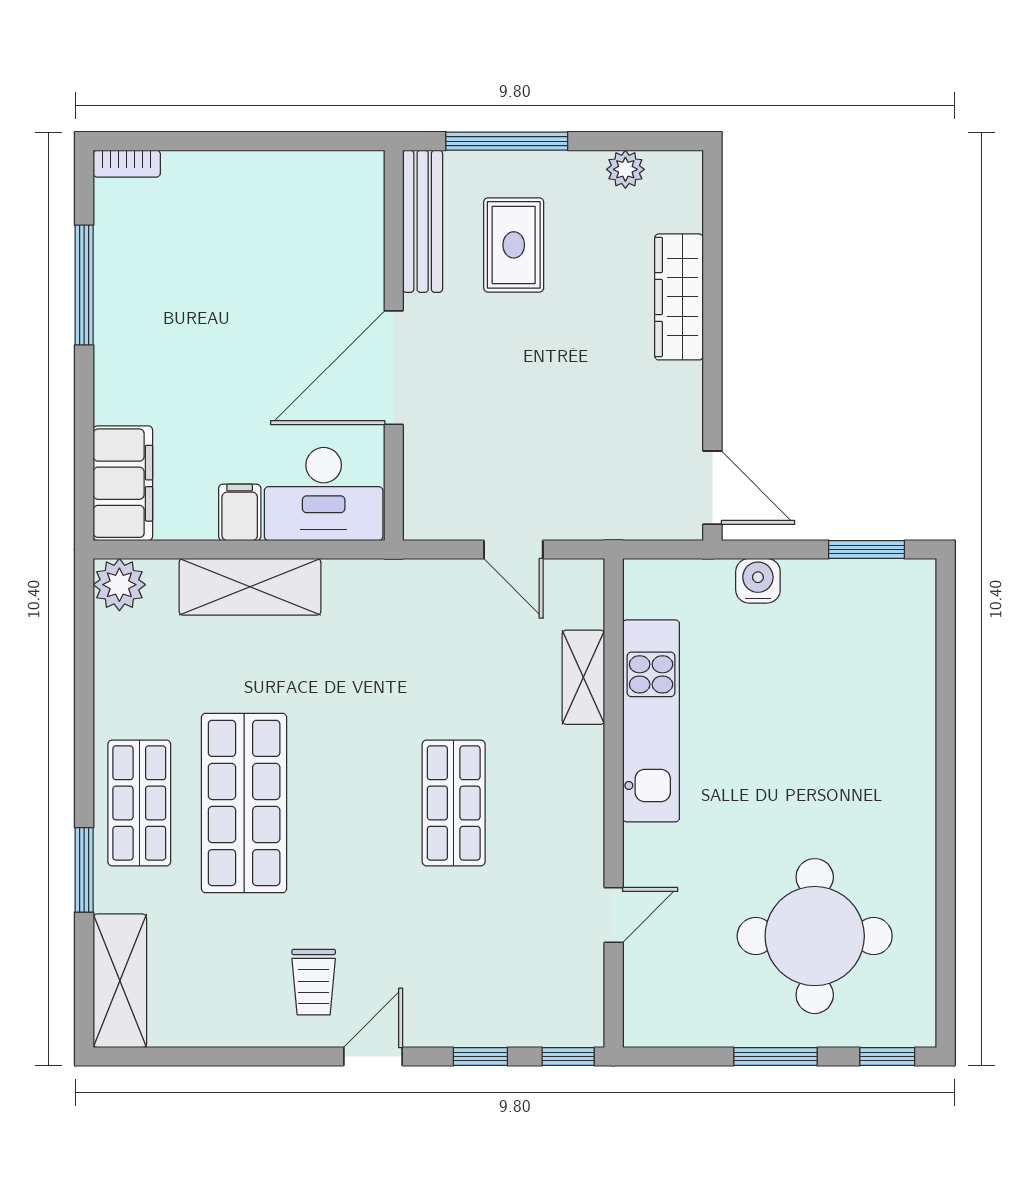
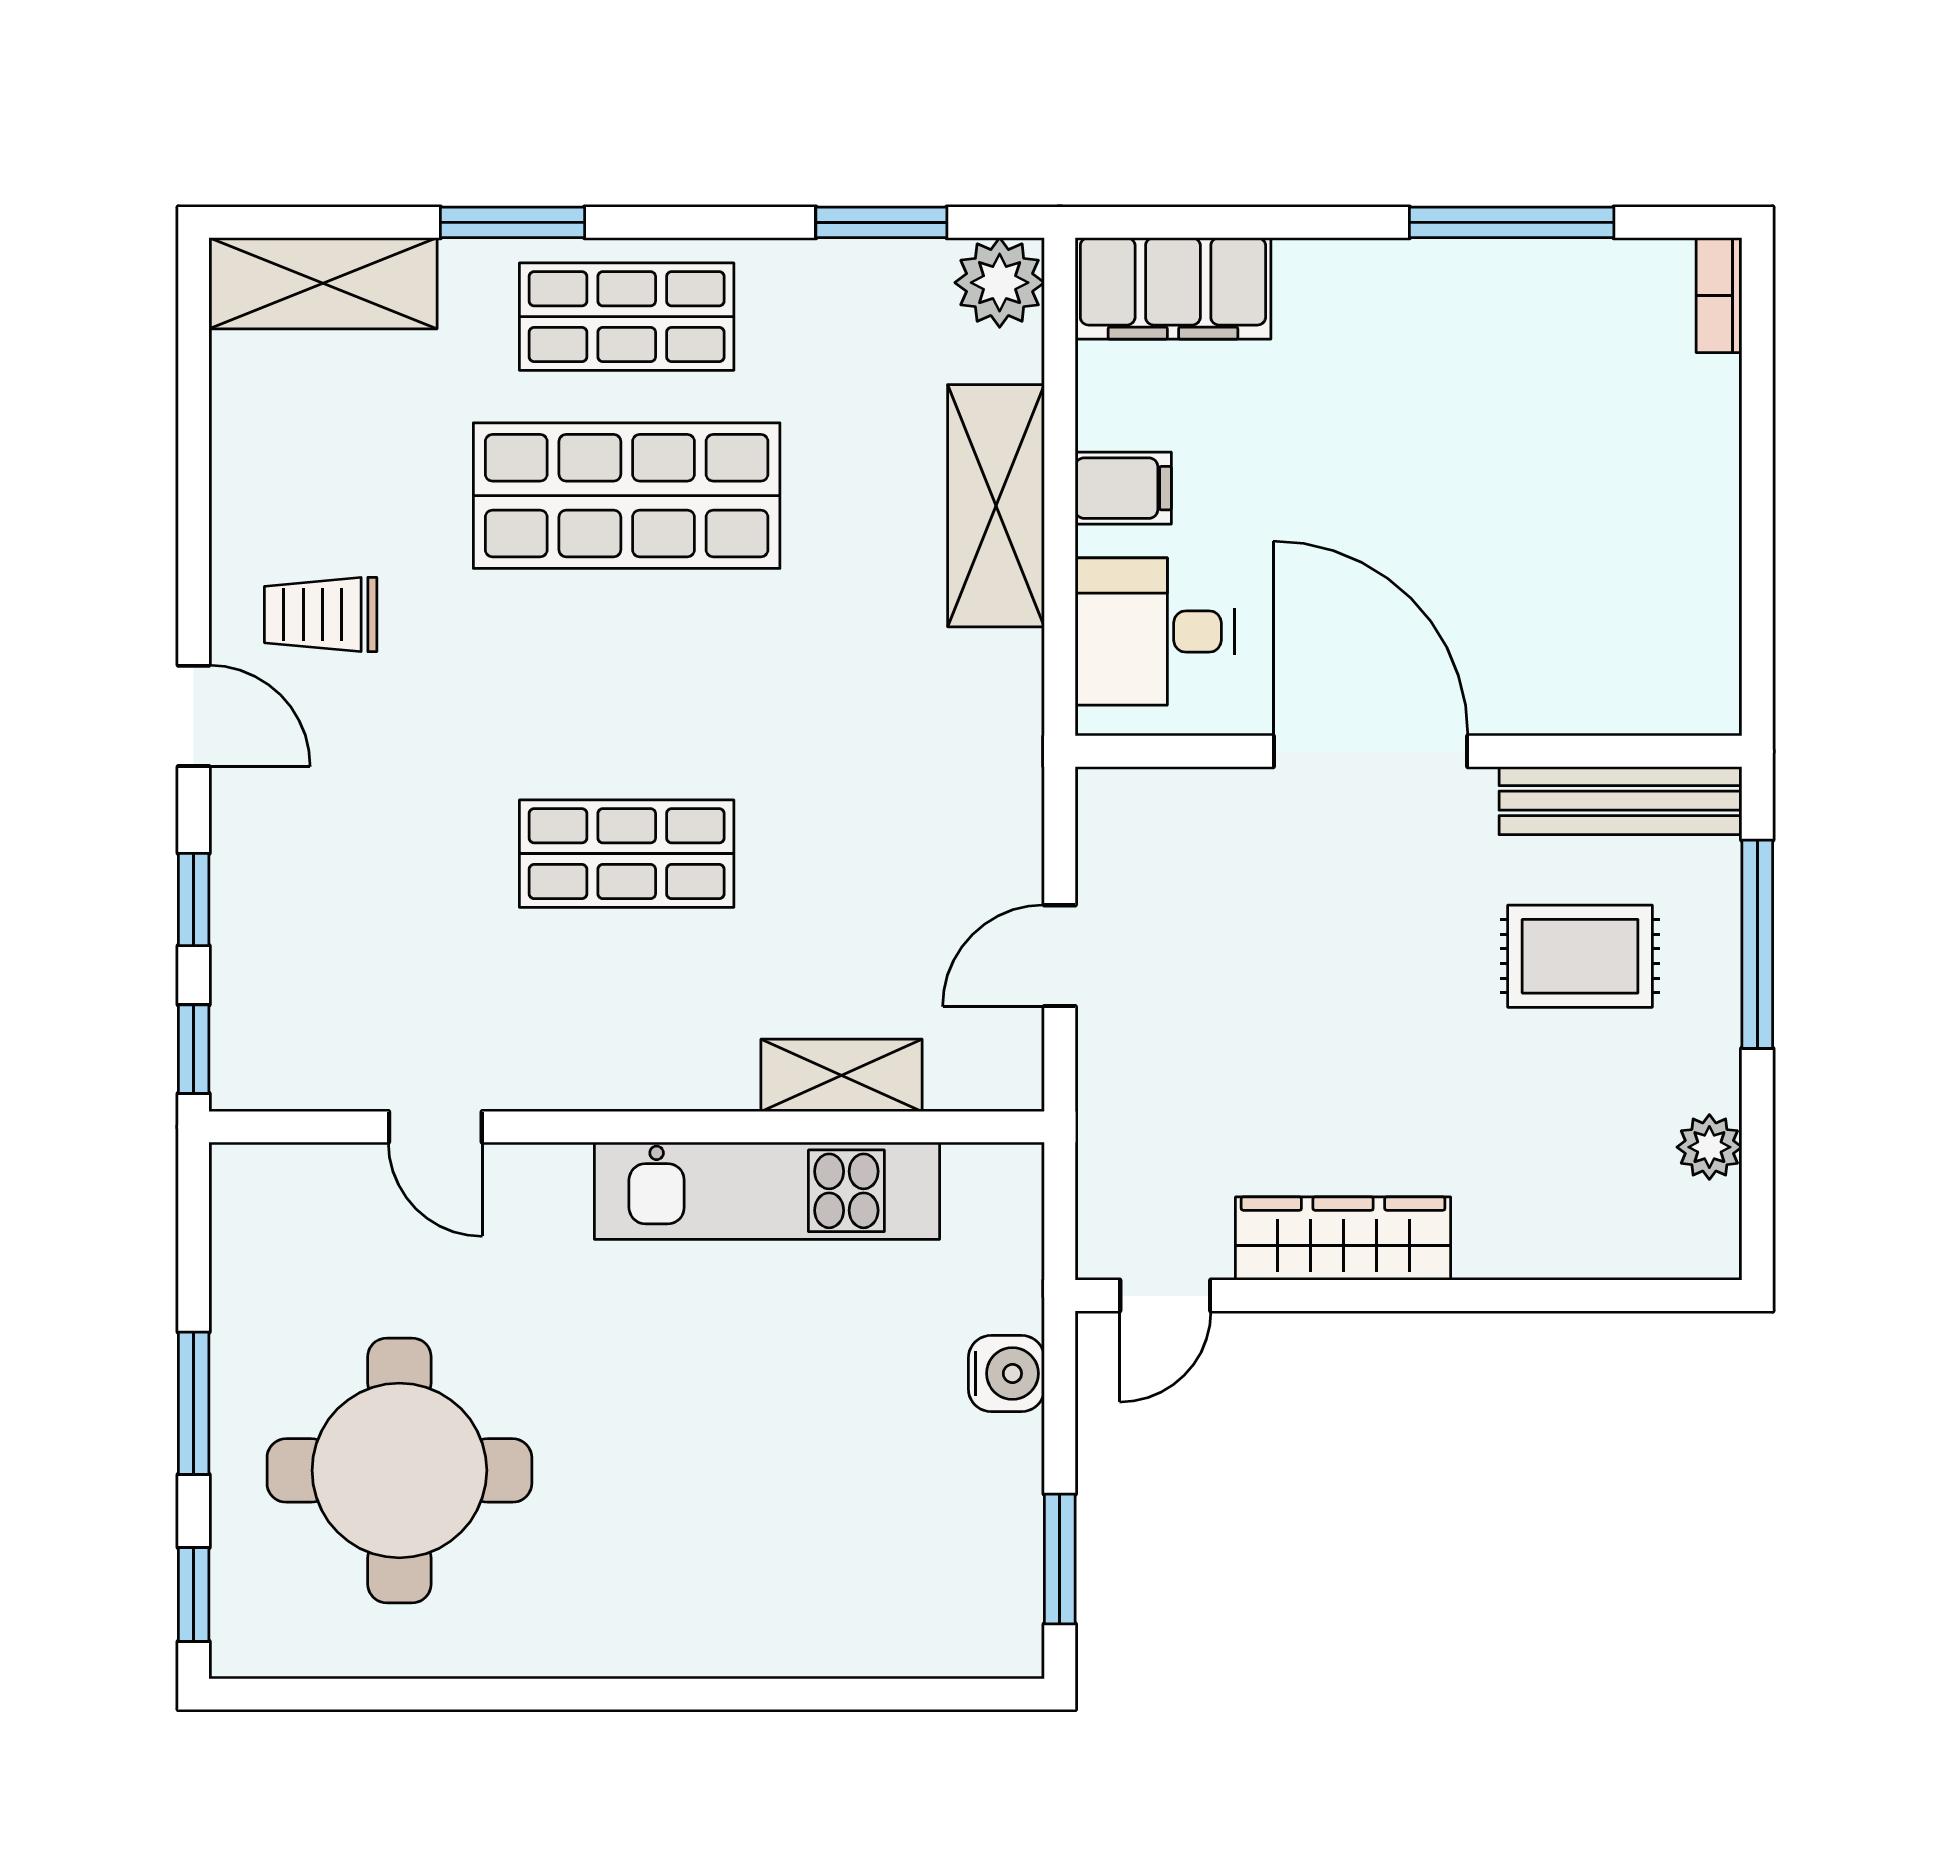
wardrobe: (679, 297) -> (1343, 1239), moved
door: (712, 488) -> (1165, 1296), width x0.73
desk: (324, 494) -> (1155, 631), width x0.73
window: (84, 654) -> (881, 222), added

